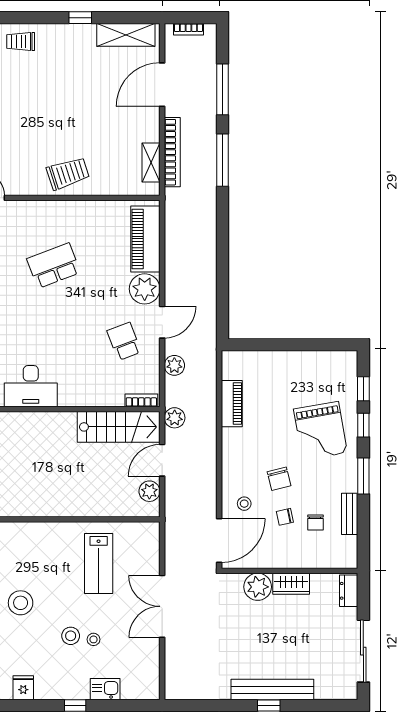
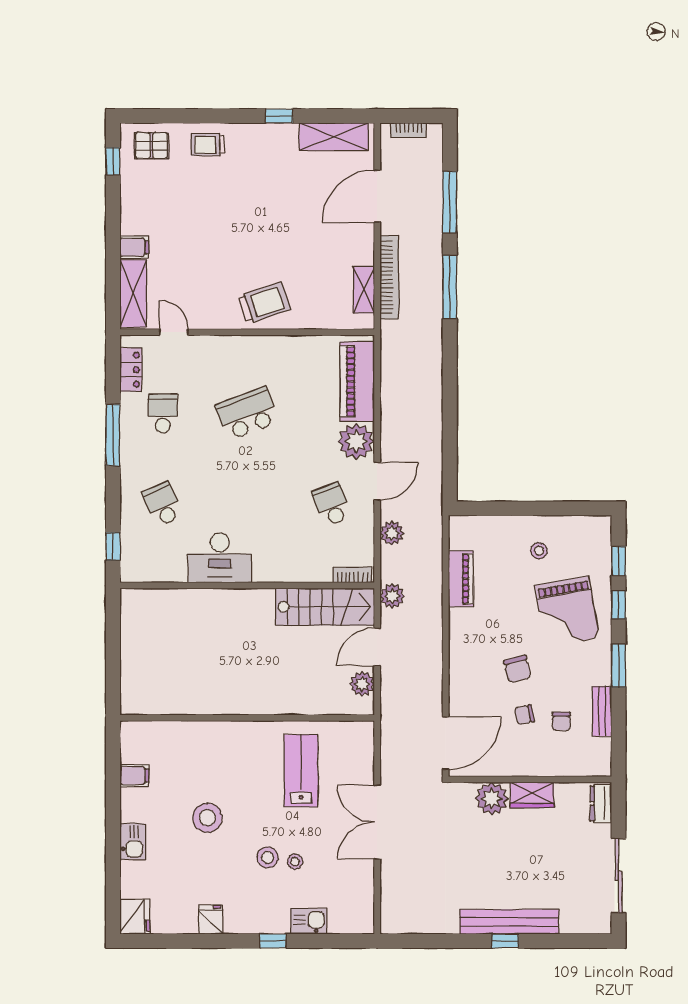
stool: (244, 504) -> (539, 551), moved
lab bench: (99, 564) -> (301, 771), turned 180

